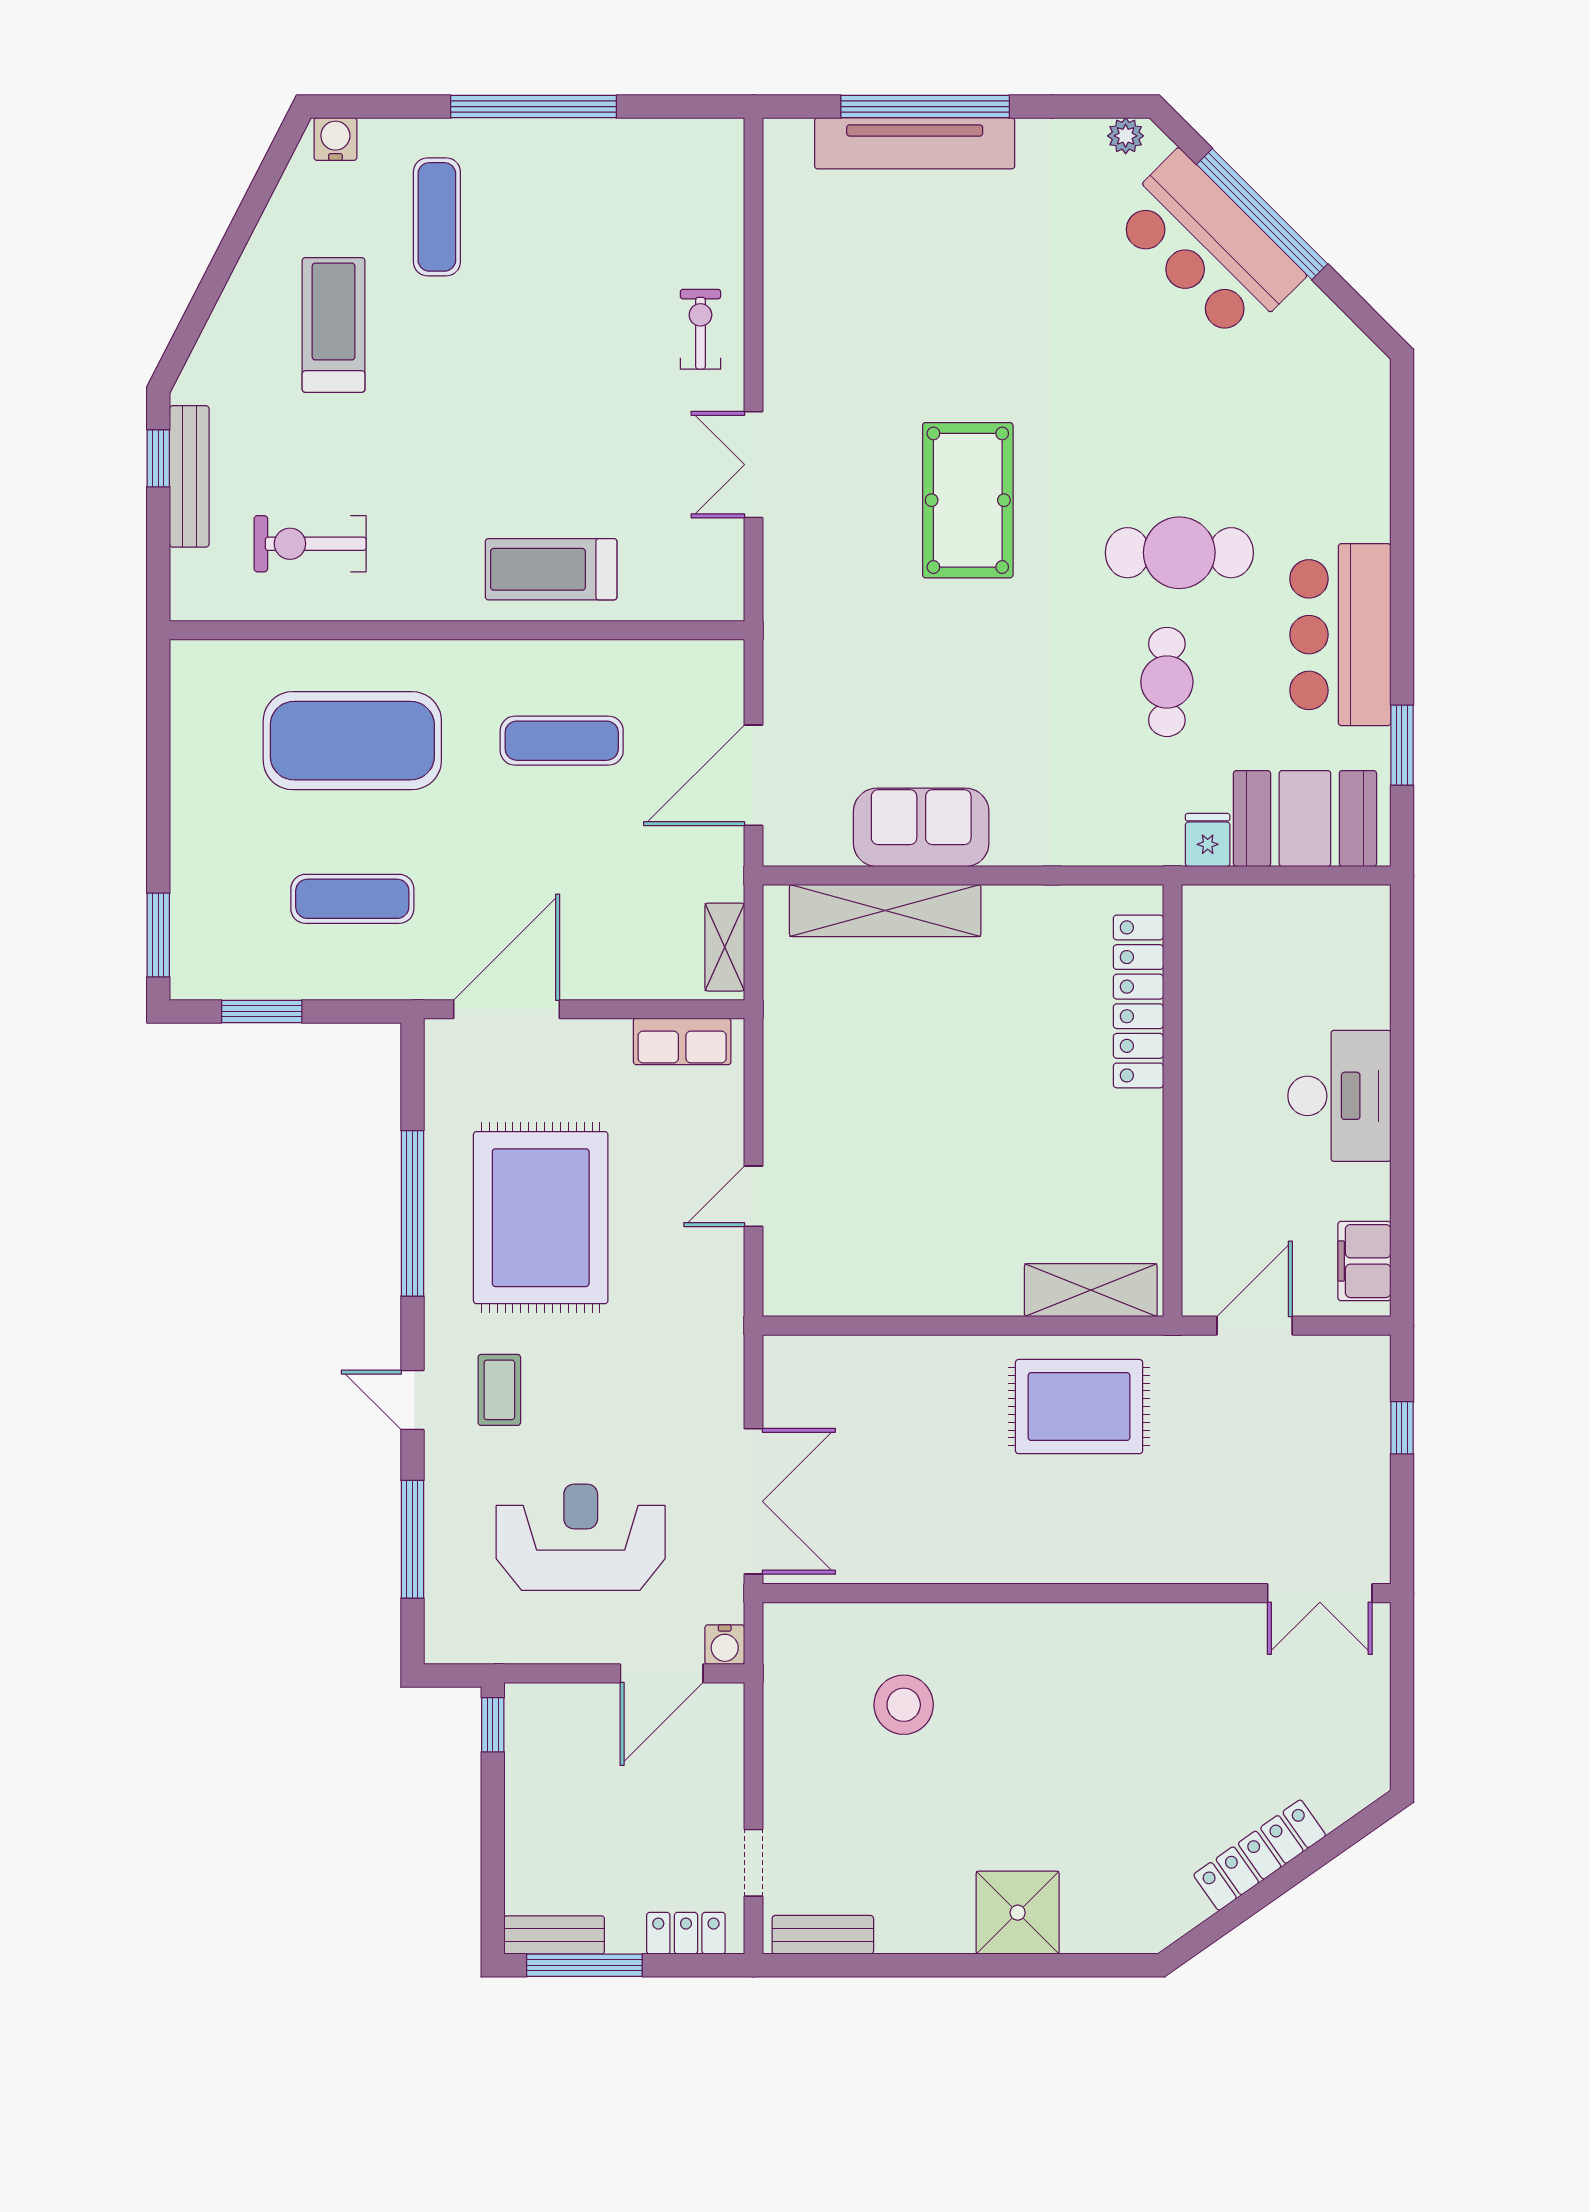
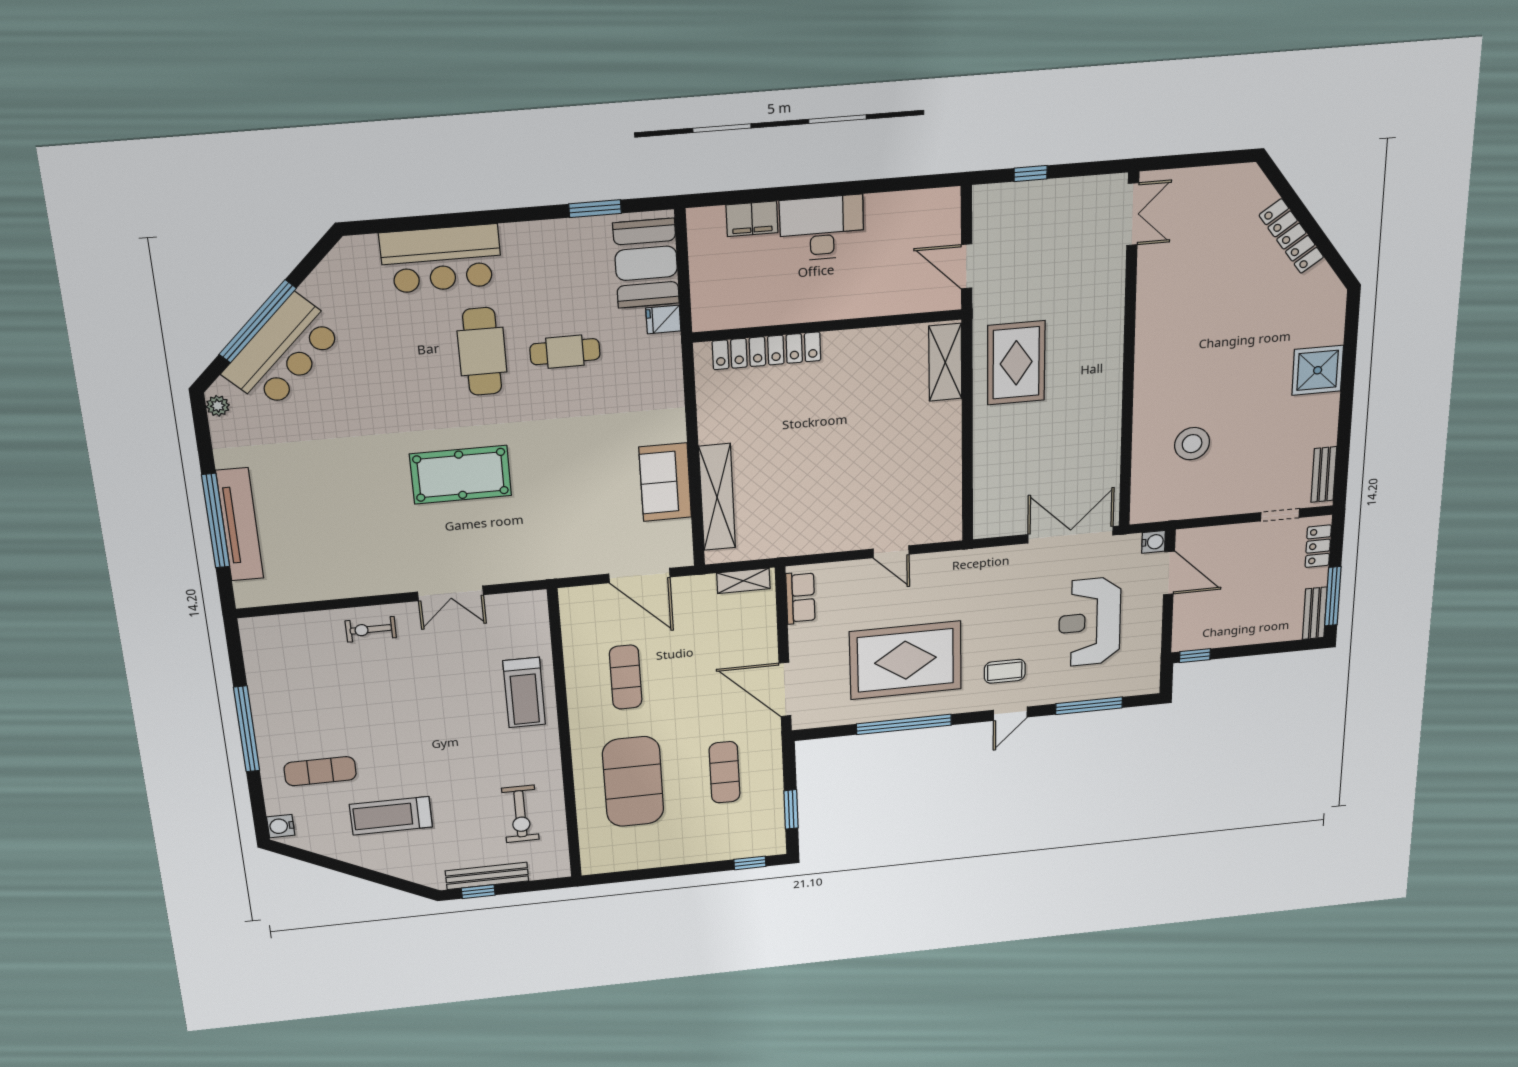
bar counter: (1340, 635) -> (441, 259), moved
window: (158, 935) -> (750, 863), width x0.67
filing cabinet: (1364, 1261) -> (752, 219), moved

